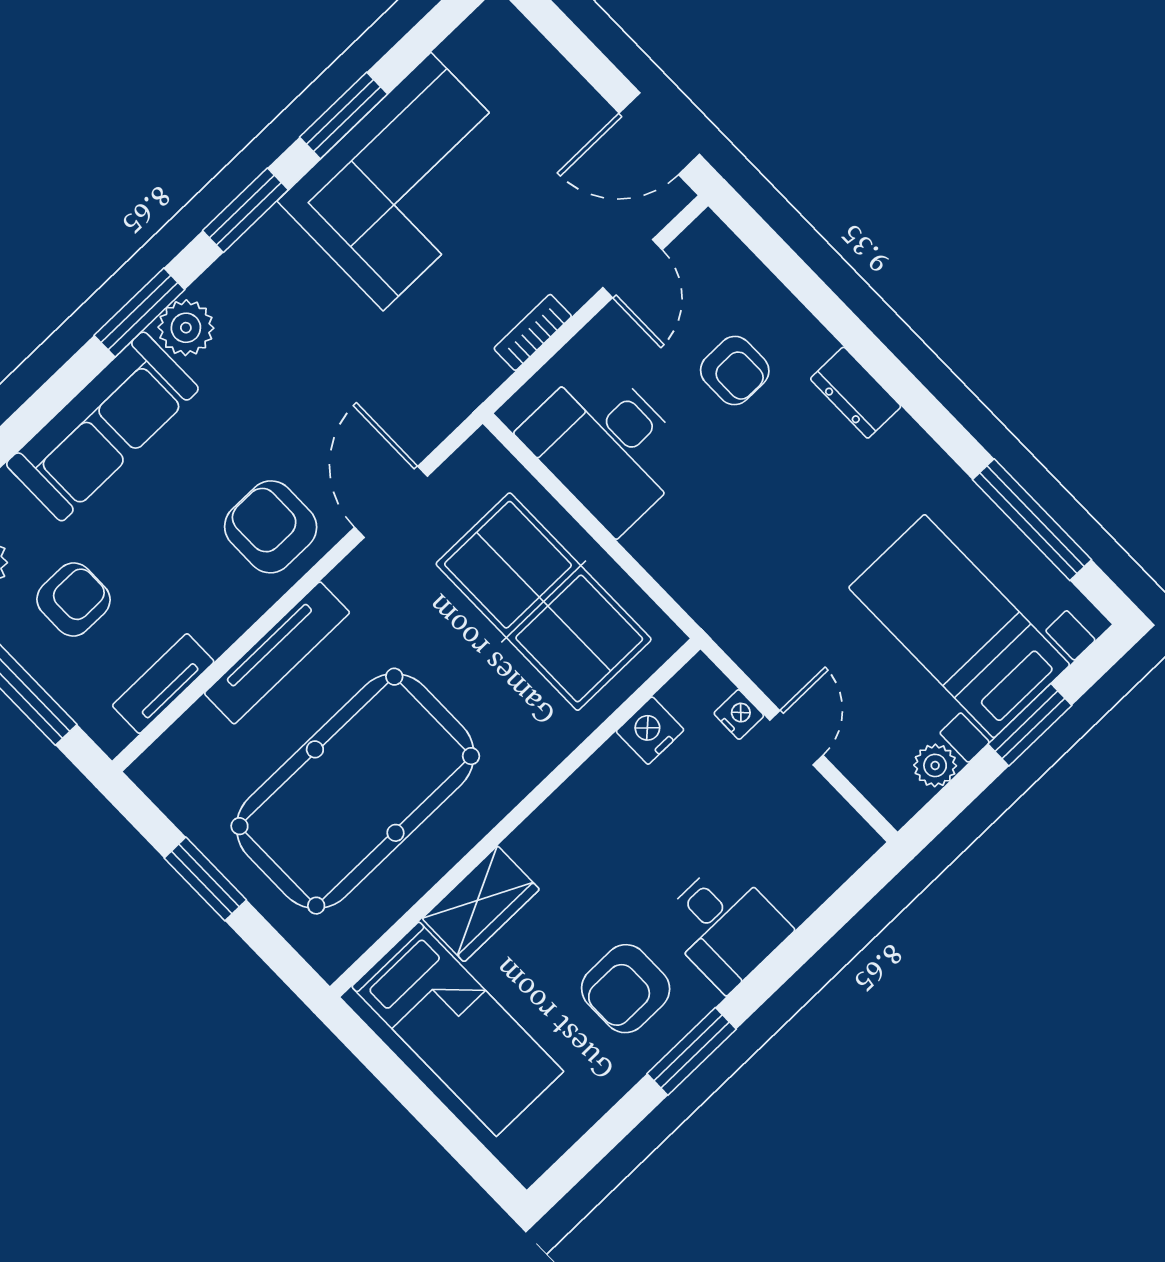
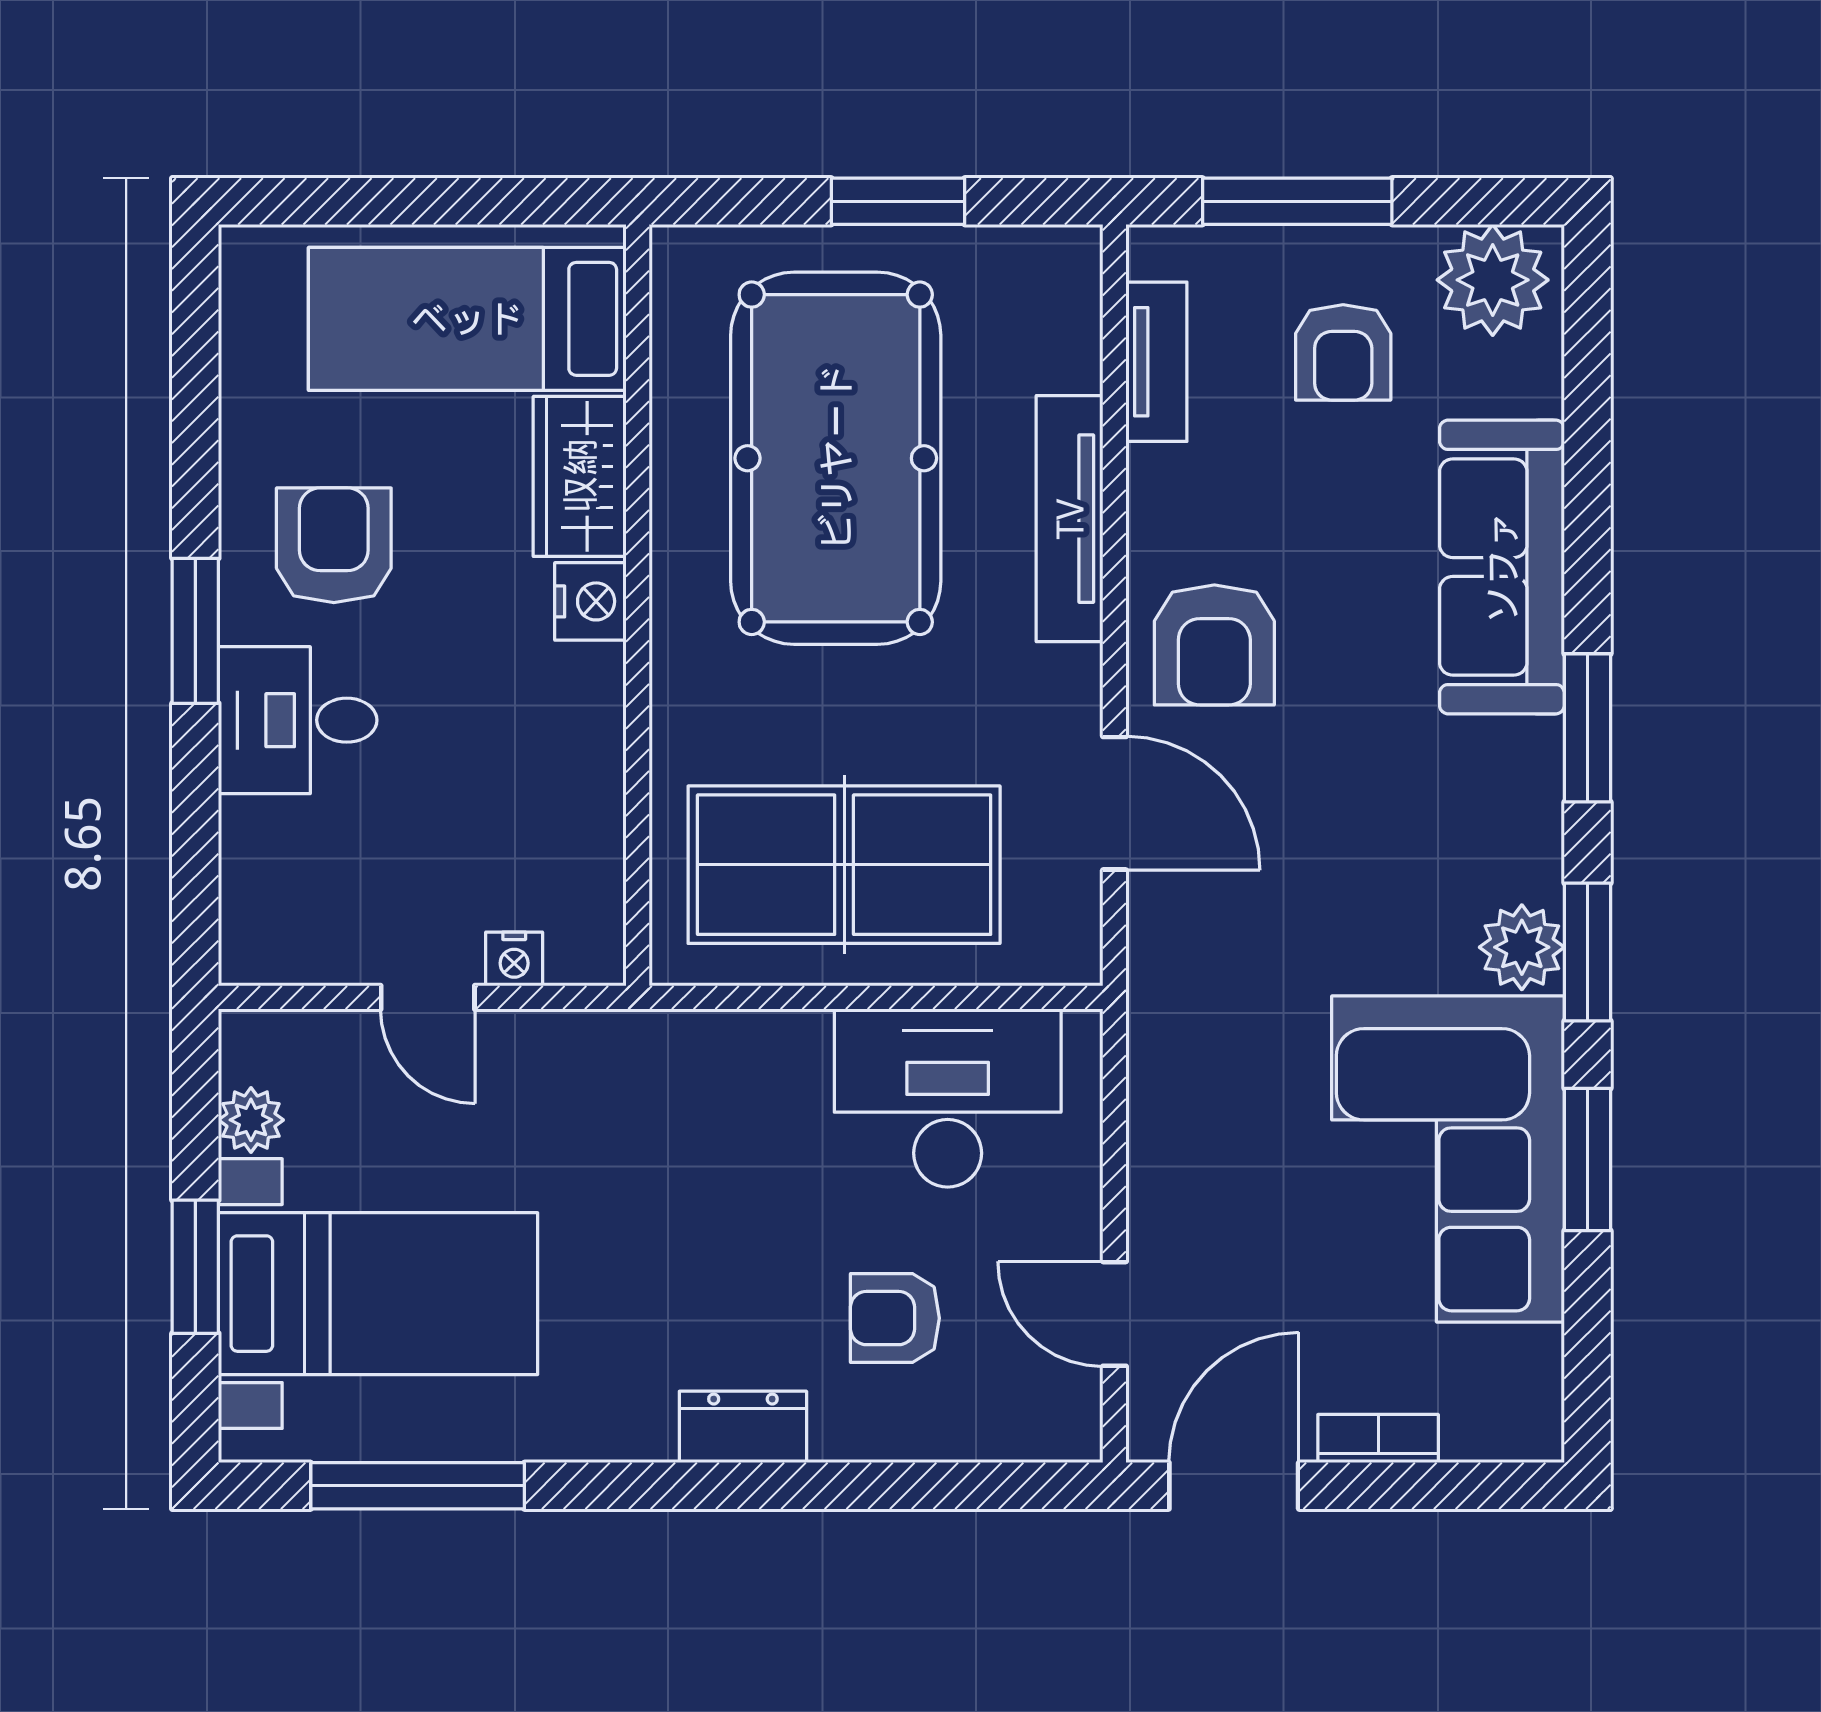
plant: (186, 328) -> (1522, 947), moved
bookcase: (533, 332) -> (1378, 1439), moved, turned -90
armchair: (271, 527) -> (1214, 645), turned 90
nightstand: (650, 731) -> (590, 601), moved
window: (692, 1051) -> (195, 631), moved

